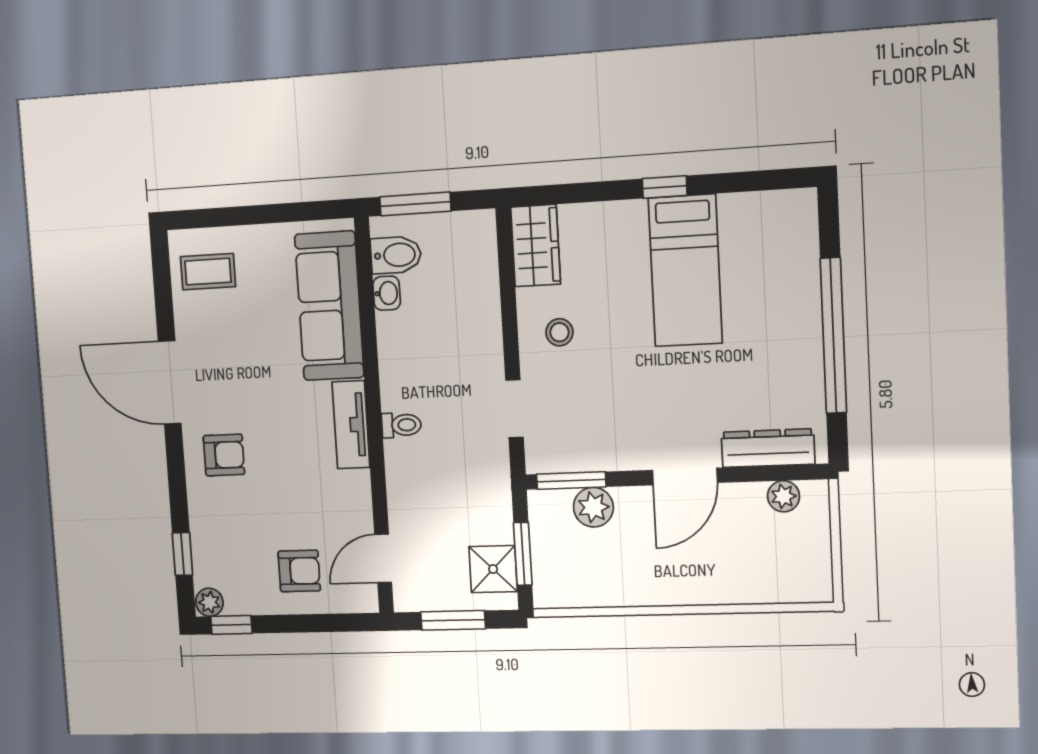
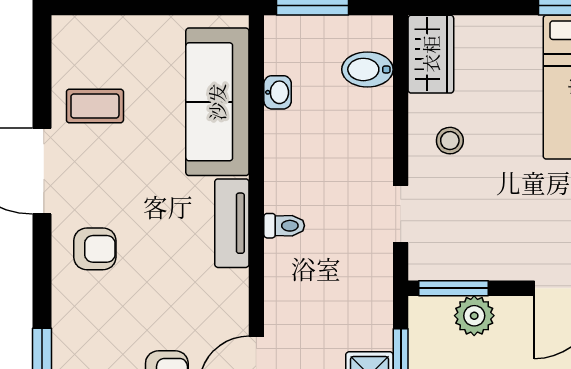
bidet: (396, 255) -> (367, 69), moved, turned 180
coffee table: (208, 272) -> (95, 106), moved

